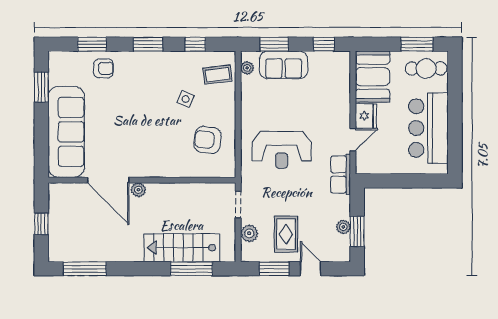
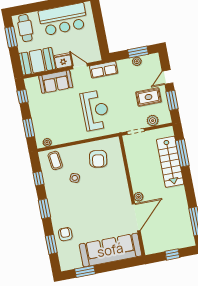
sofa: (284, 65) -> (56, 82), moved, turned 90

